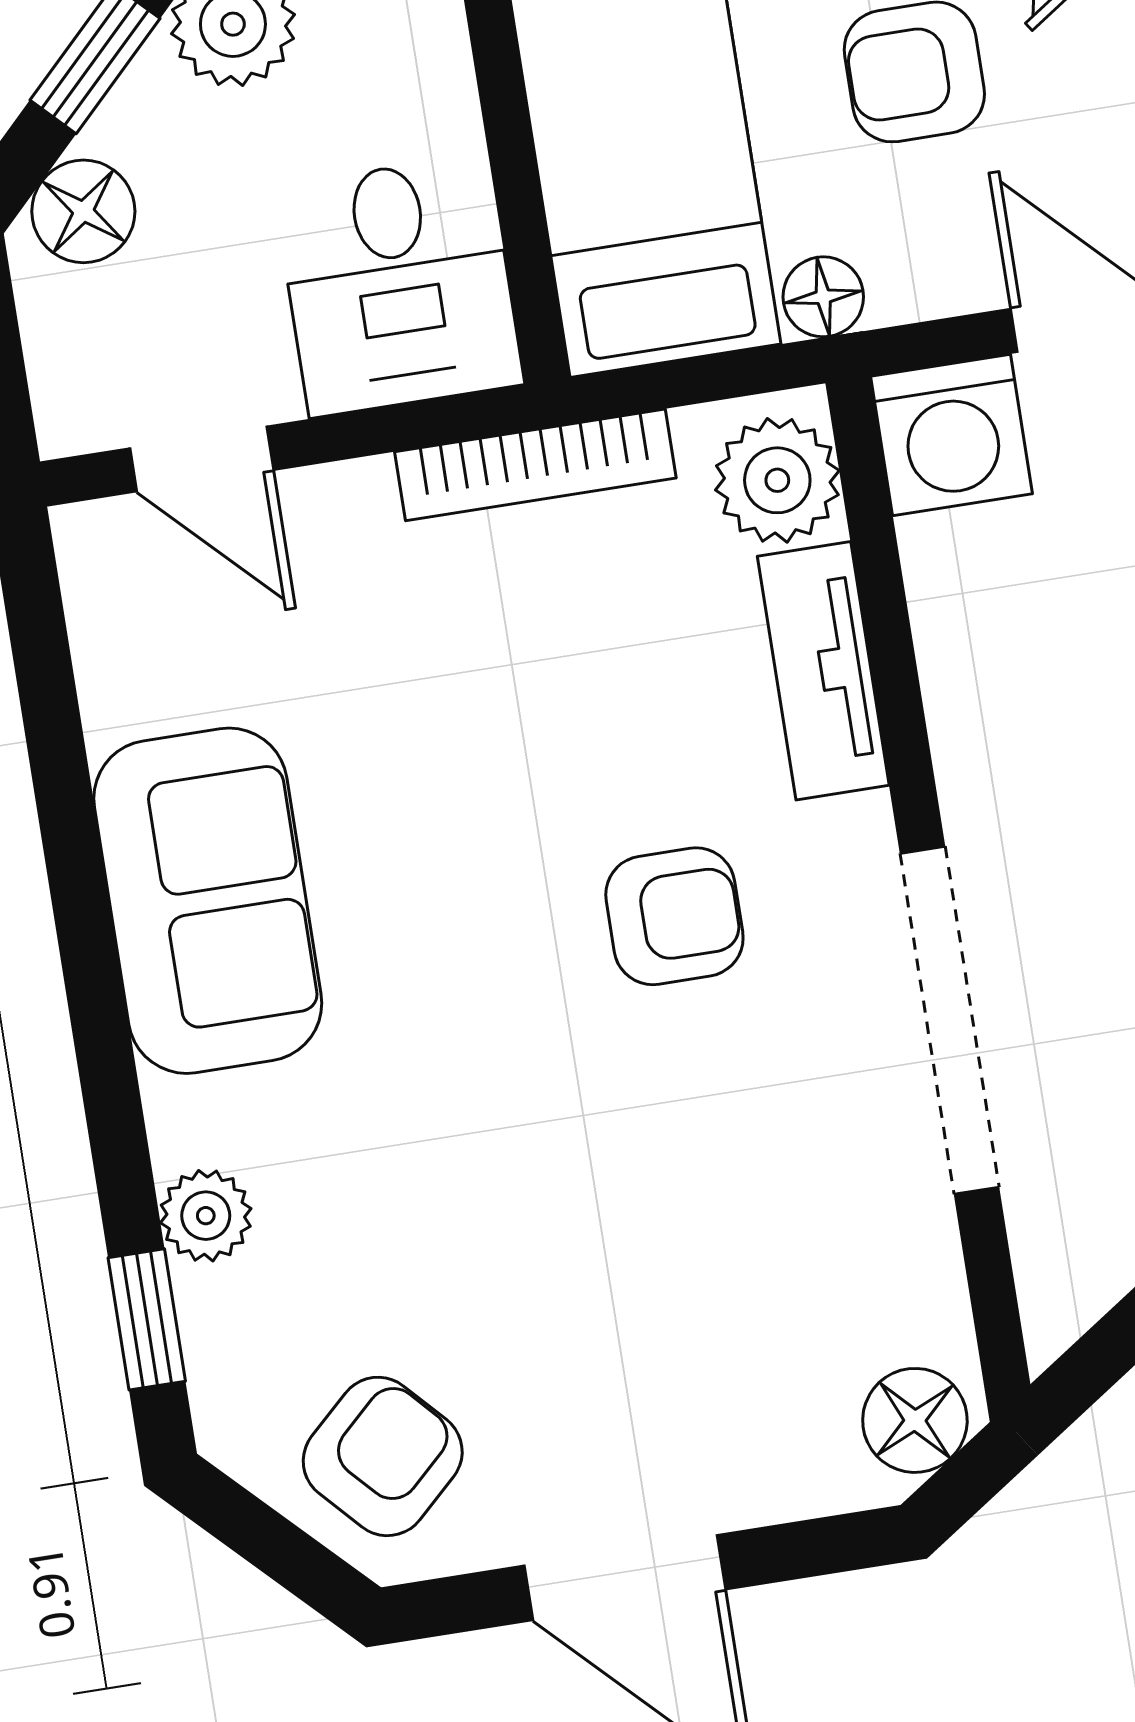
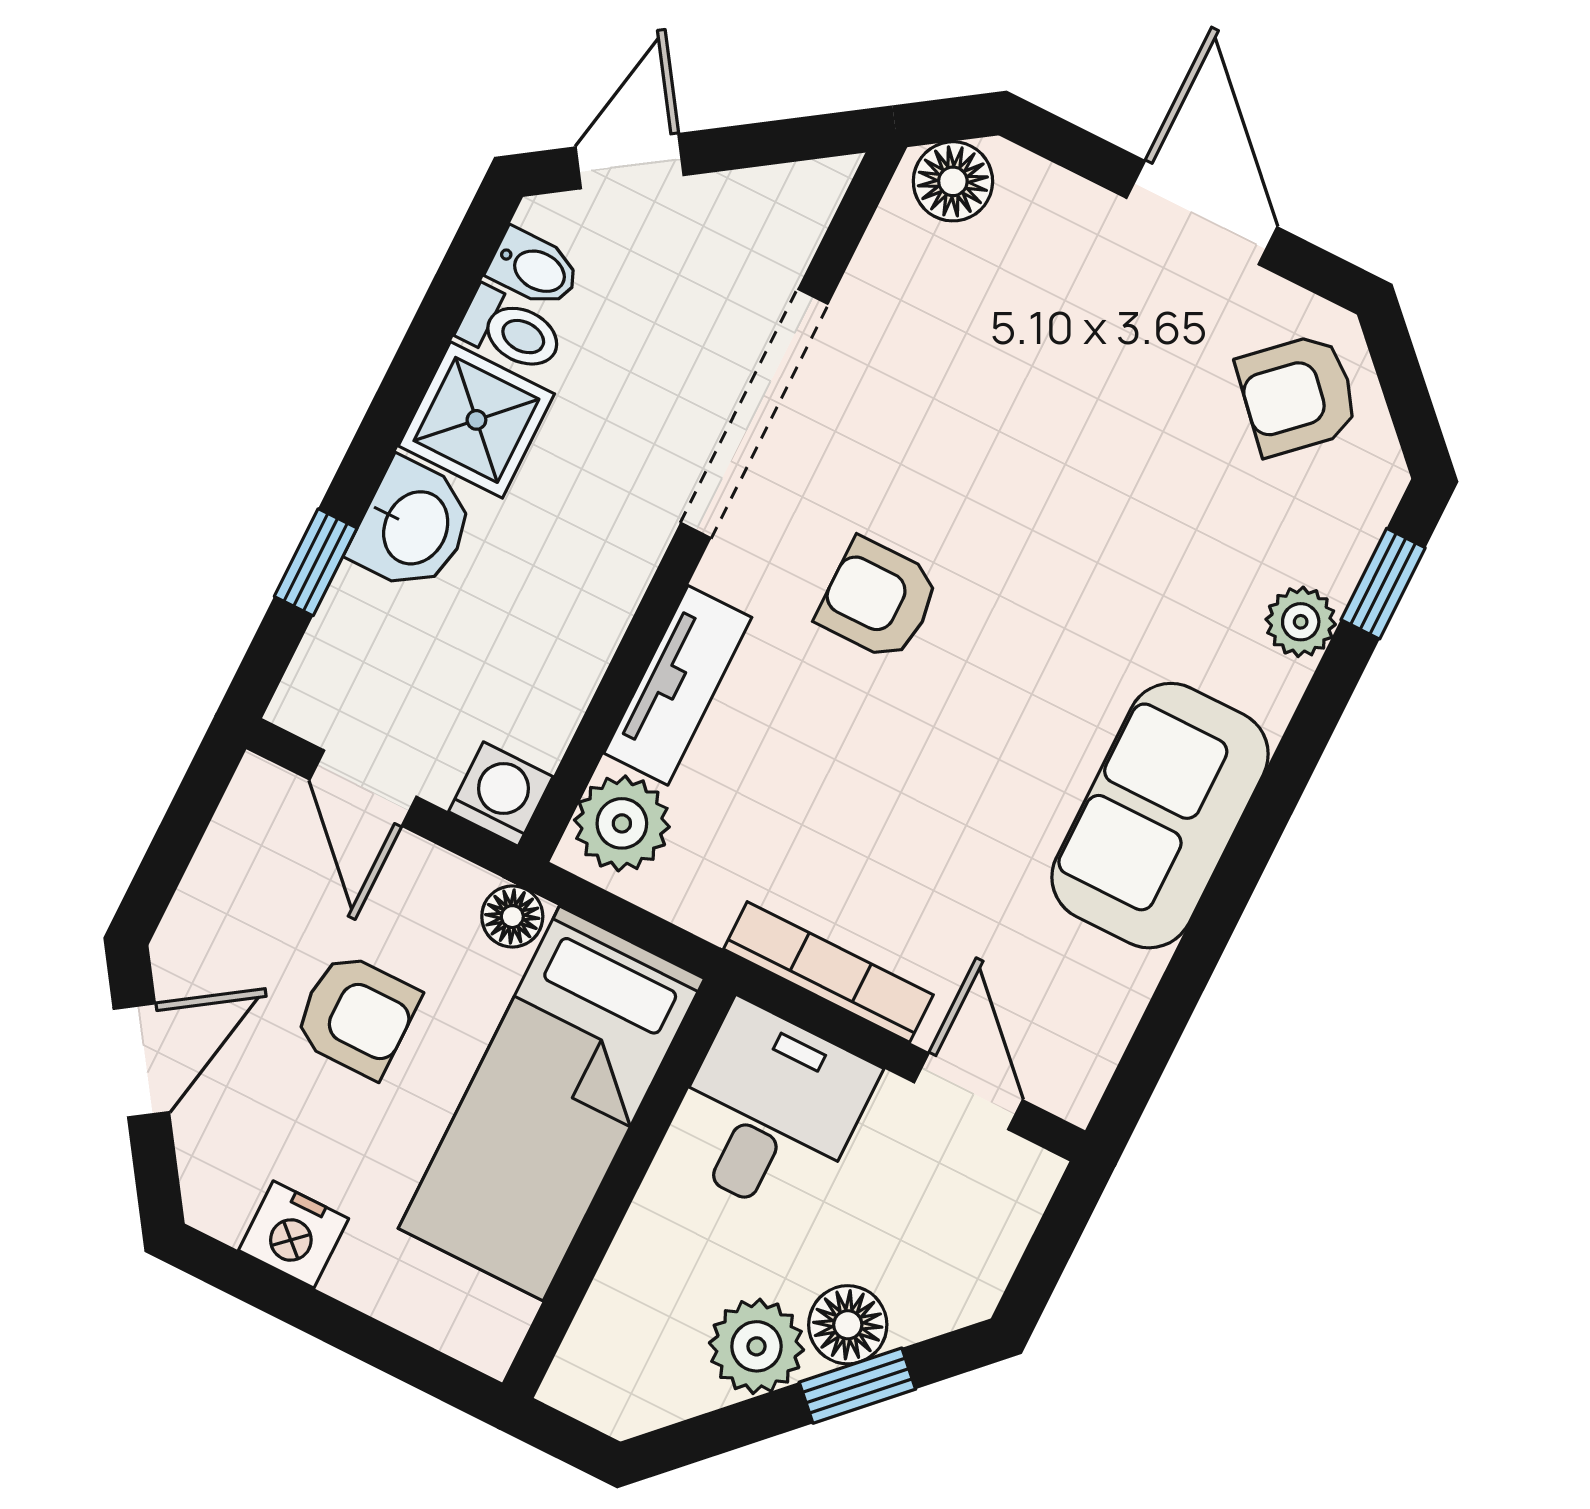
floor lamp: (83, 211) -> (848, 1325), moved
washing machine: (952, 435) -> (501, 794), width x0.73, depth x0.73
bookcase: (535, 465) -> (828, 972), moved

